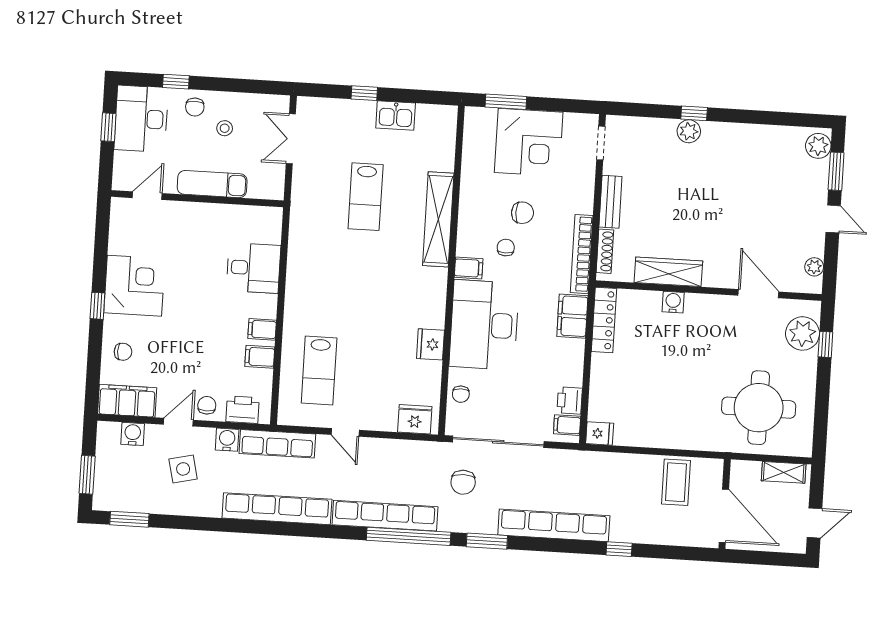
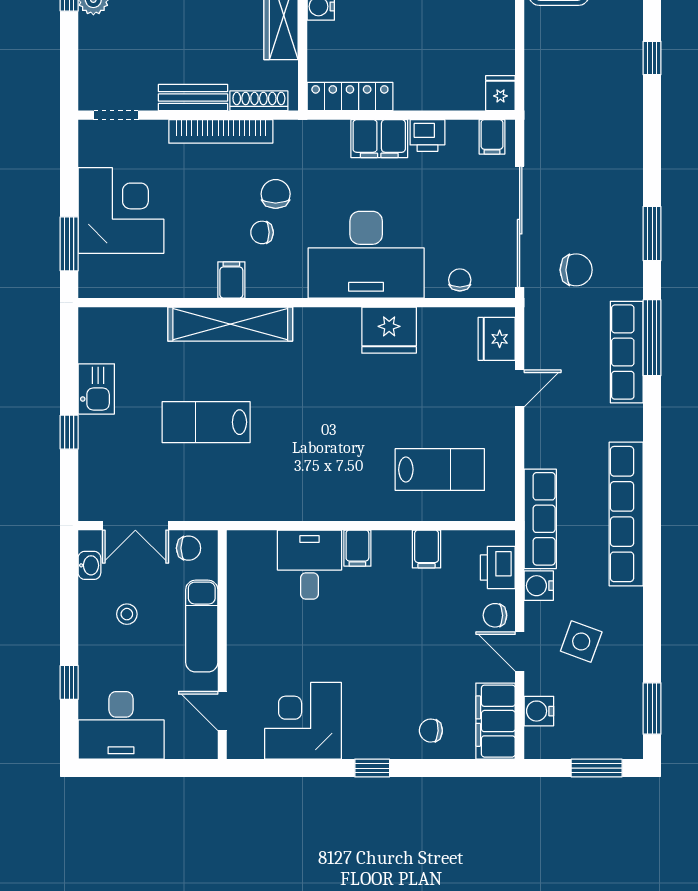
washbasin: (263, 102) -> (89, 565), added
chair: (195, 107) -> (189, 548), moved
window: (108, 127) -> (135, 768), removed
lab bench: (366, 197) -> (206, 422), turned 180
chair: (522, 213) -> (276, 194), moved
bookcase: (582, 254) -> (221, 131), moved
filing cabinet: (469, 268) -> (231, 280), moved
corner desk: (134, 286) -> (303, 721), moved
filing cabinet: (572, 316) -> (379, 139), moved
filing cabinet: (262, 329) -> (357, 548), moved
fridge: (430, 344) -> (389, 330), width x1.36, depth x1.34
chair: (123, 352) -> (431, 731), turned -87
chair: (461, 394) -> (460, 280), turned -90
printer: (570, 400) -> (427, 135), moved
door: (345, 432) -> (520, 388), moved
side table: (183, 469) -> (581, 641), turned 33
row of seats: (385, 516) -> (627, 352), width x0.73
row of seats: (554, 525) -> (626, 146), removed
window: (409, 536) -> (652, 338), width x0.68

